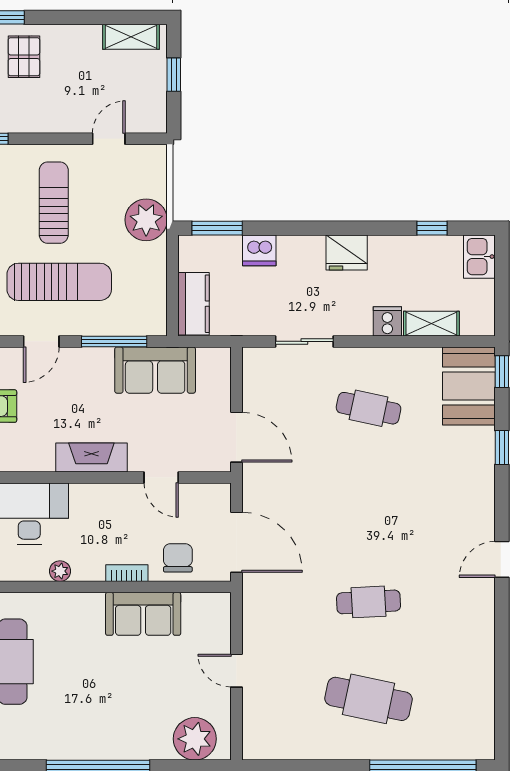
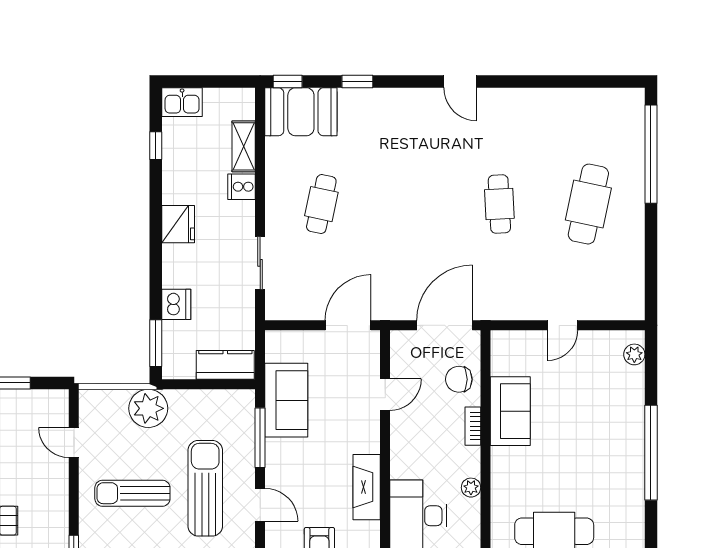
fireplace: (91, 458) -> (367, 487), moved
plant: (195, 739) -> (634, 354), width x0.53, depth x0.53

